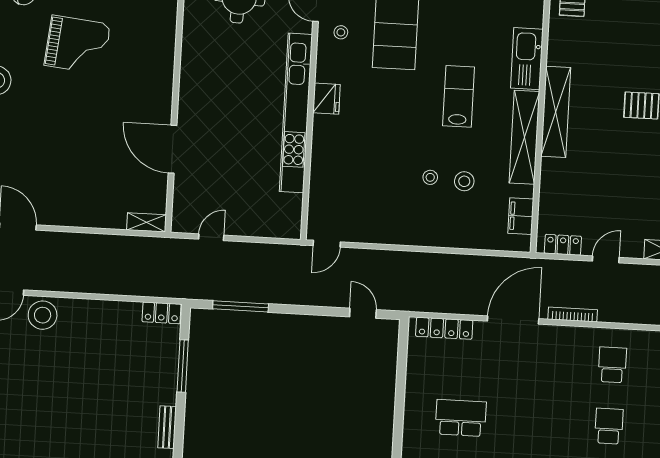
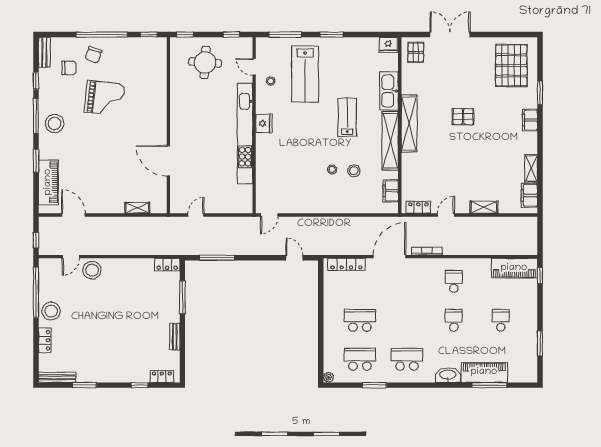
shelving: (146, 222) -> (137, 208), moved

